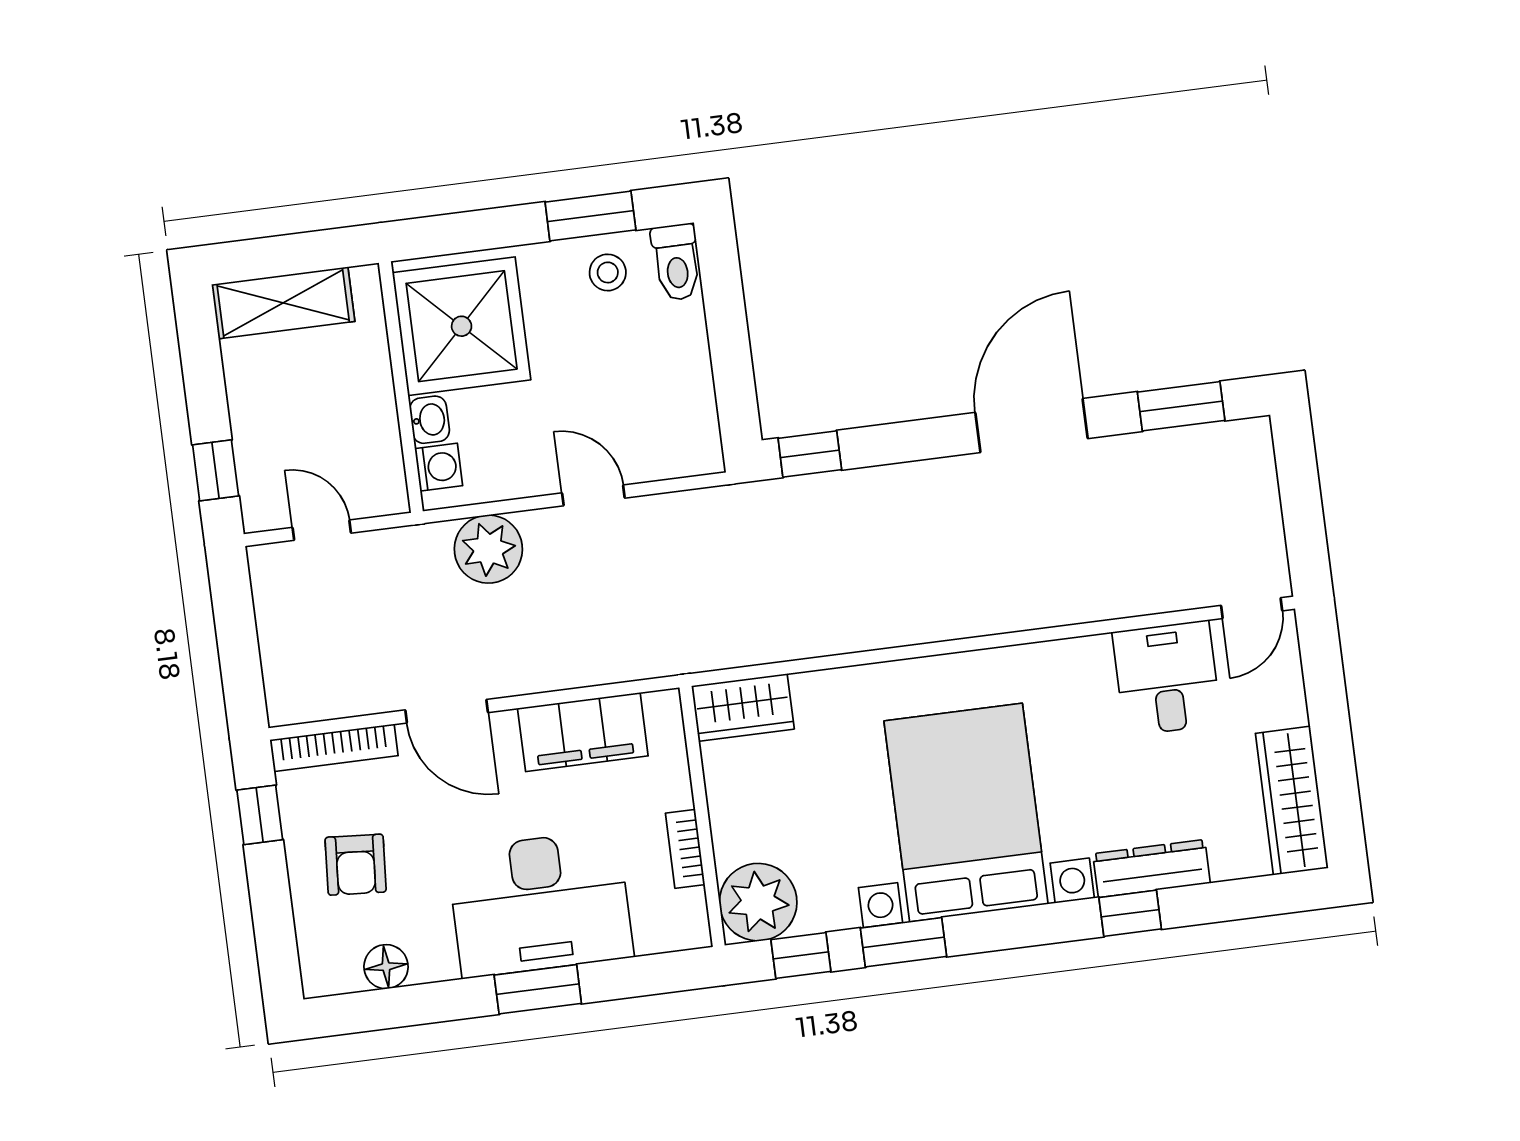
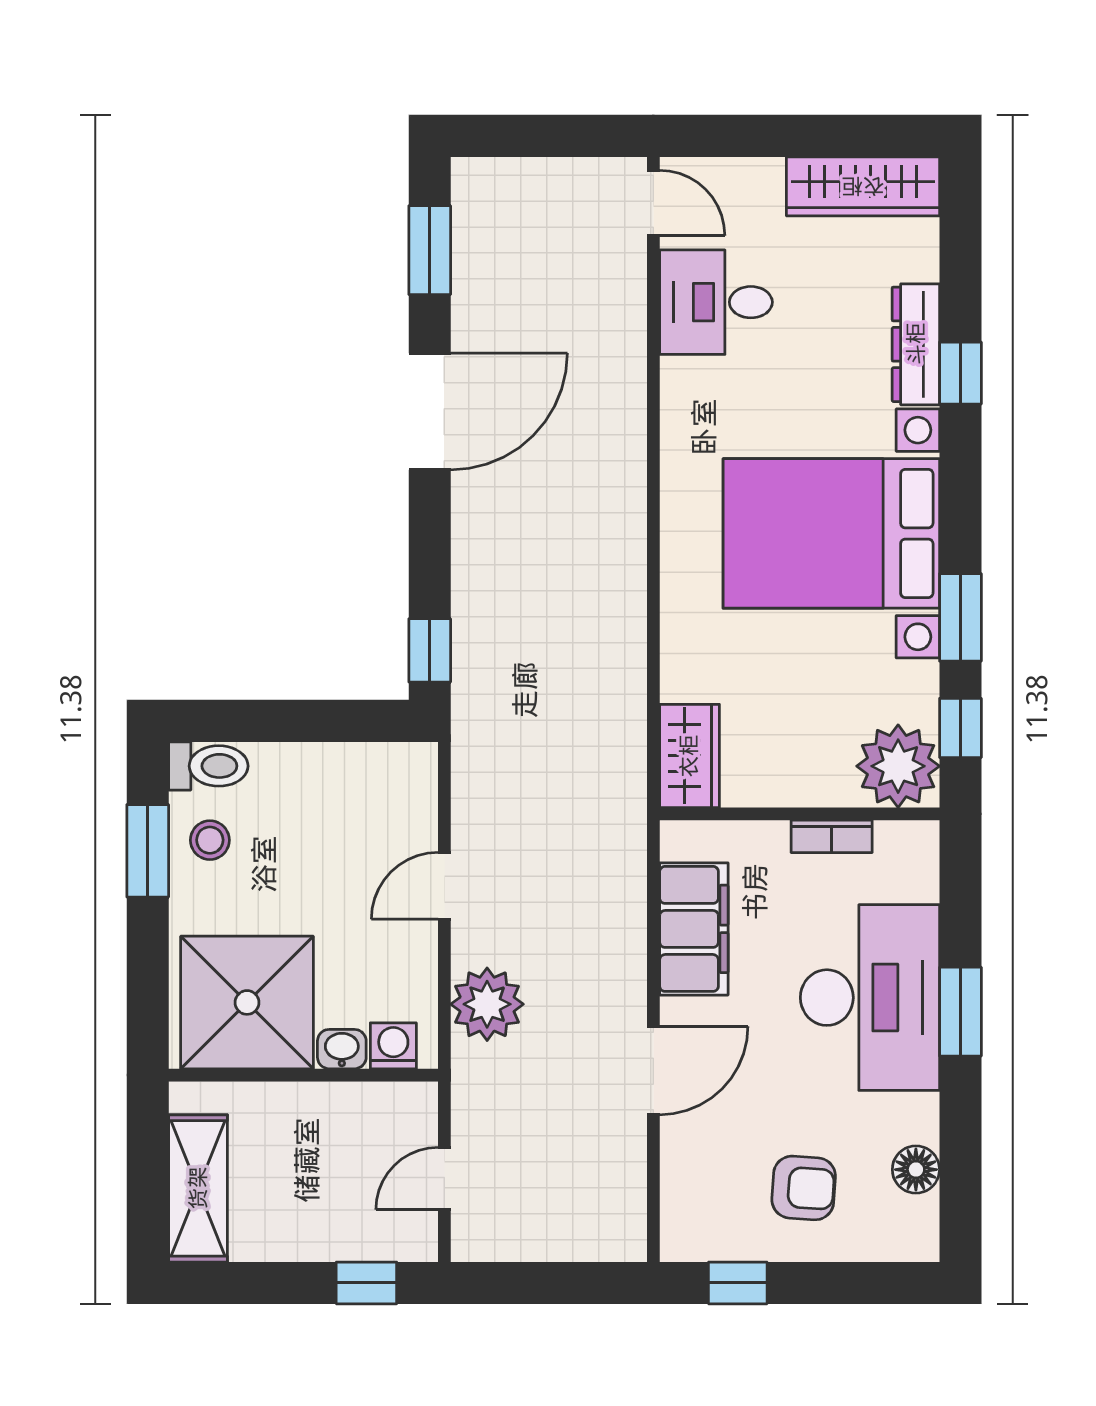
door: (1031, 426) -> (430, 411), swing flipped
bookcase: (334, 748) -> (677, 1195), removed

